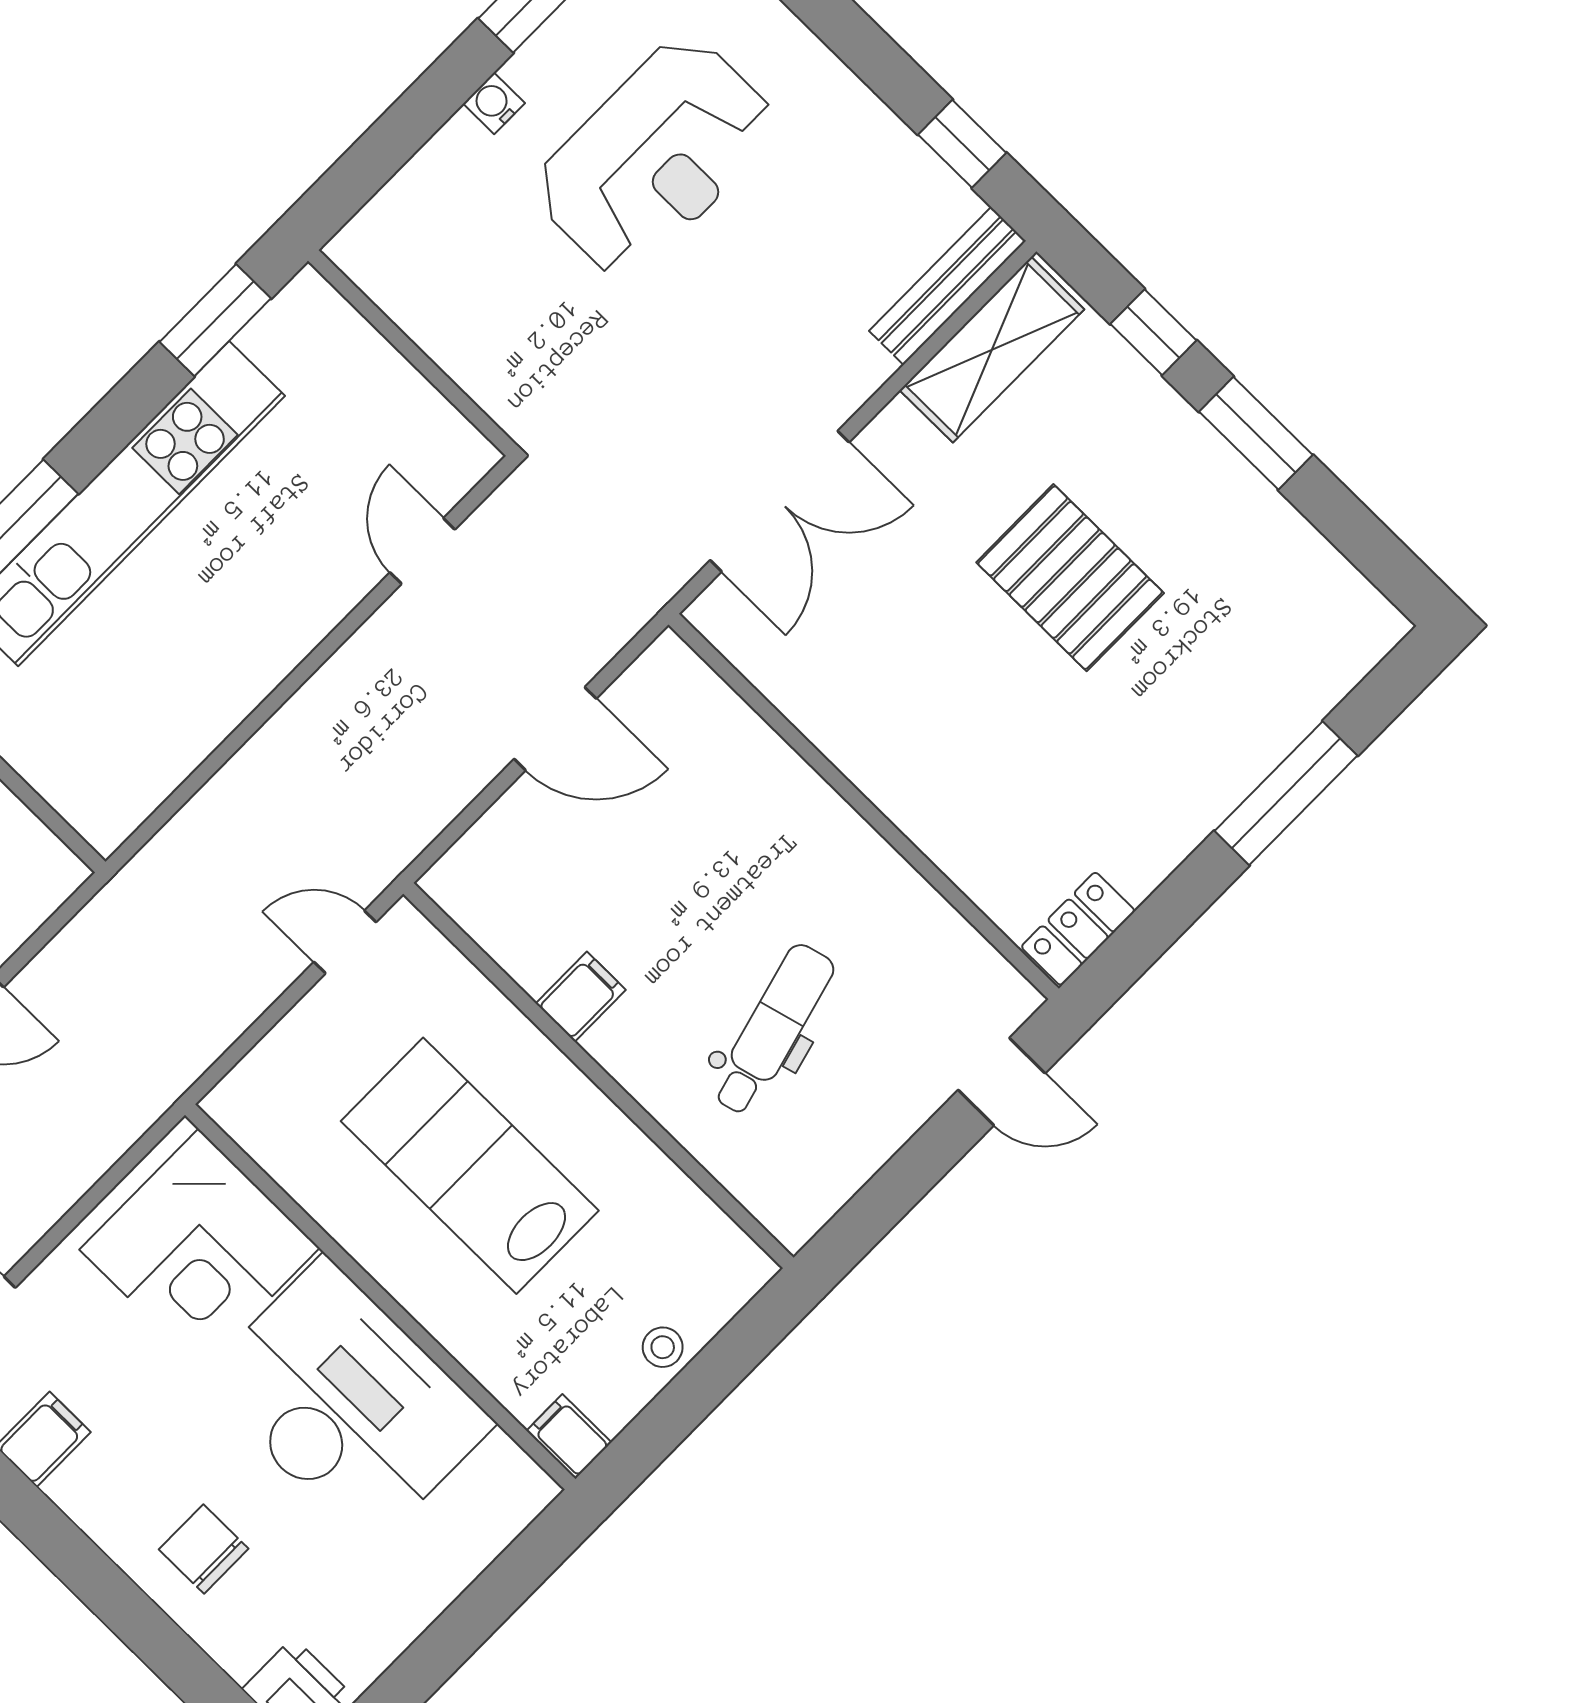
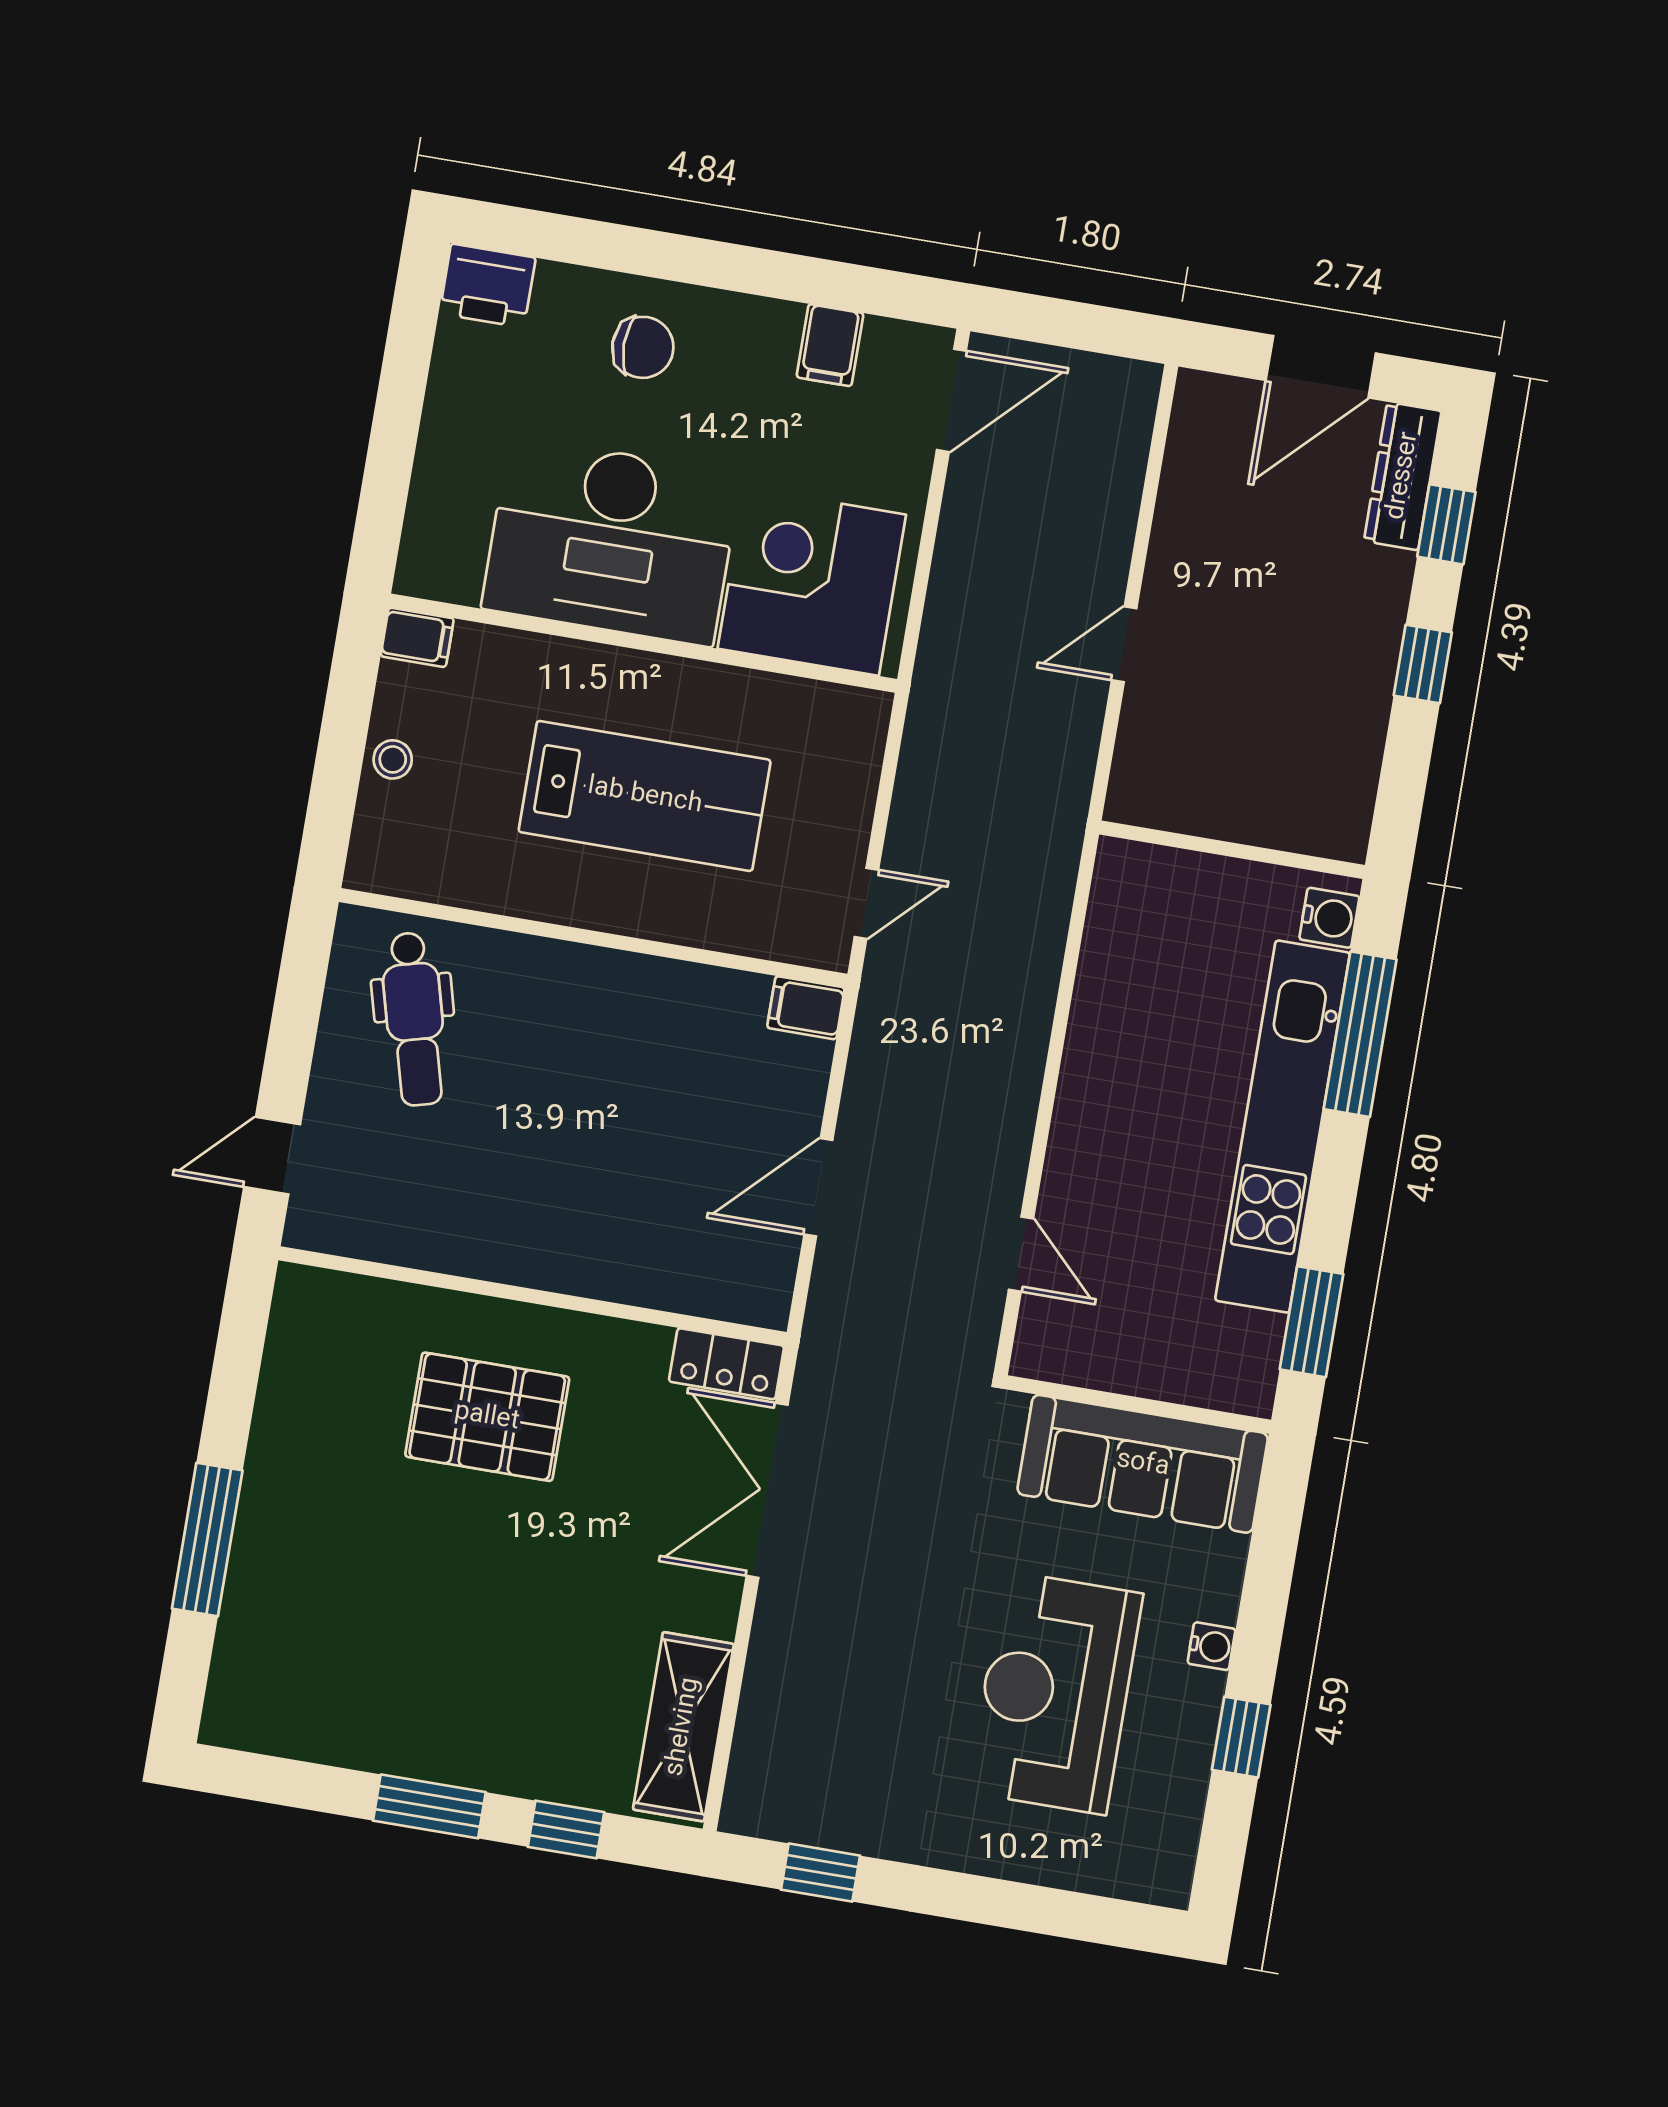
bench: (947, 286) -> (754, 1752), removed
sofa: (444, 300) -> (1143, 1464), added
pallet: (1070, 578) -> (487, 1417), moved
locker: (1078, 929) -> (727, 1364), moved, turned 90
filing cabinet: (581, 997) -> (806, 1008), moved, turned 90
dental chair: (773, 1030) -> (414, 1019), moved

